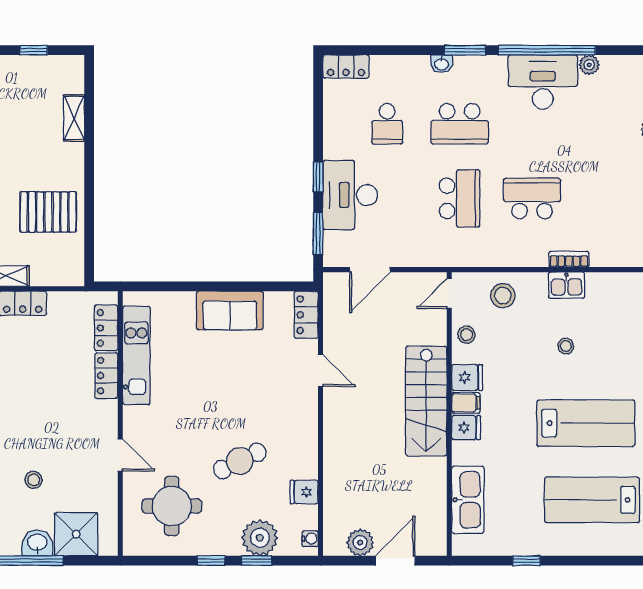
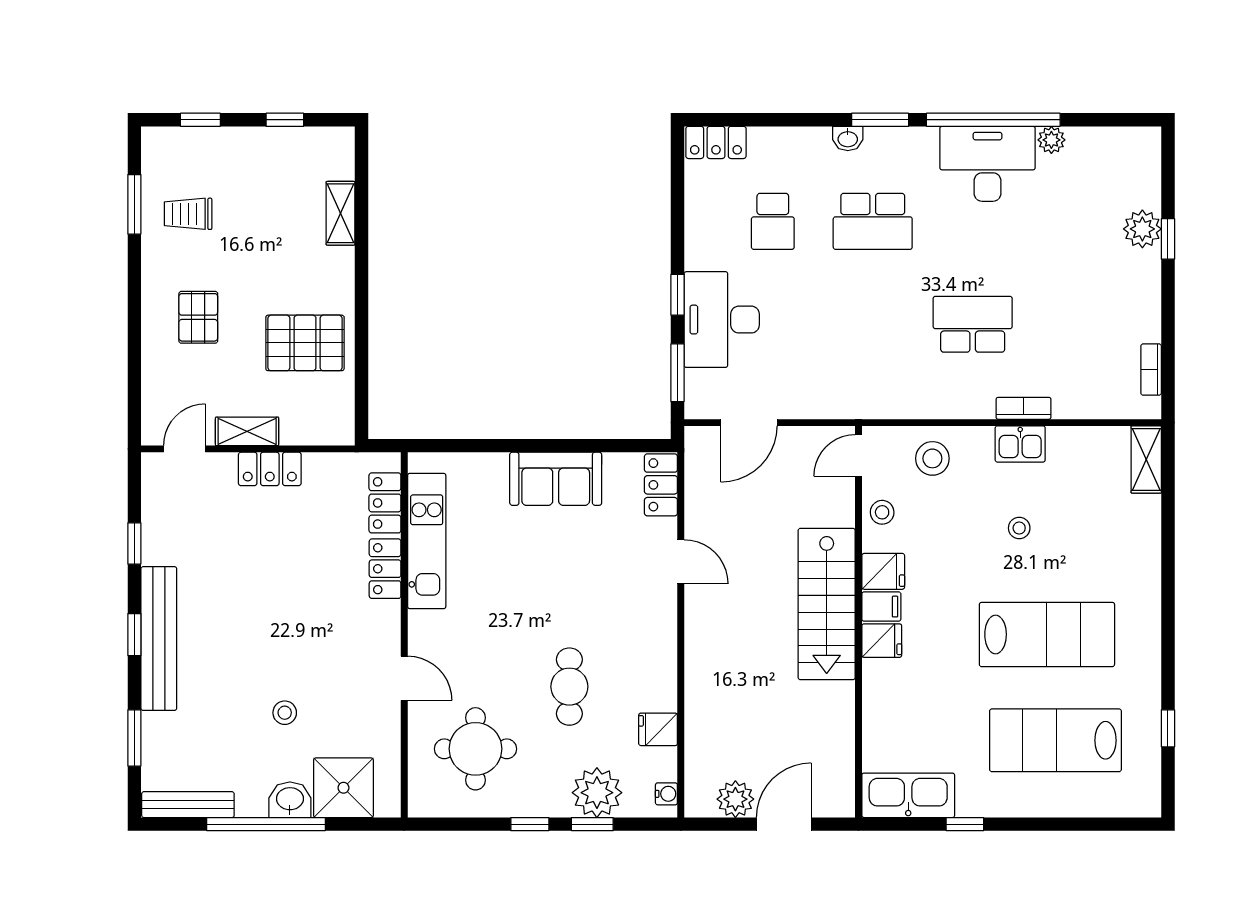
school desk: (460, 198) -> (873, 324), removed
cafe table: (240, 461) -> (569, 687), turned -64
kitchen sink: (468, 500) -> (908, 795), moved, turned -90

